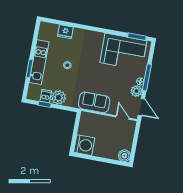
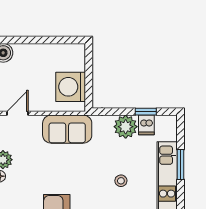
door: (122, 117) -> (18, 113), swing flipped
washing machine: (84, 145) -> (71, 87), moved

